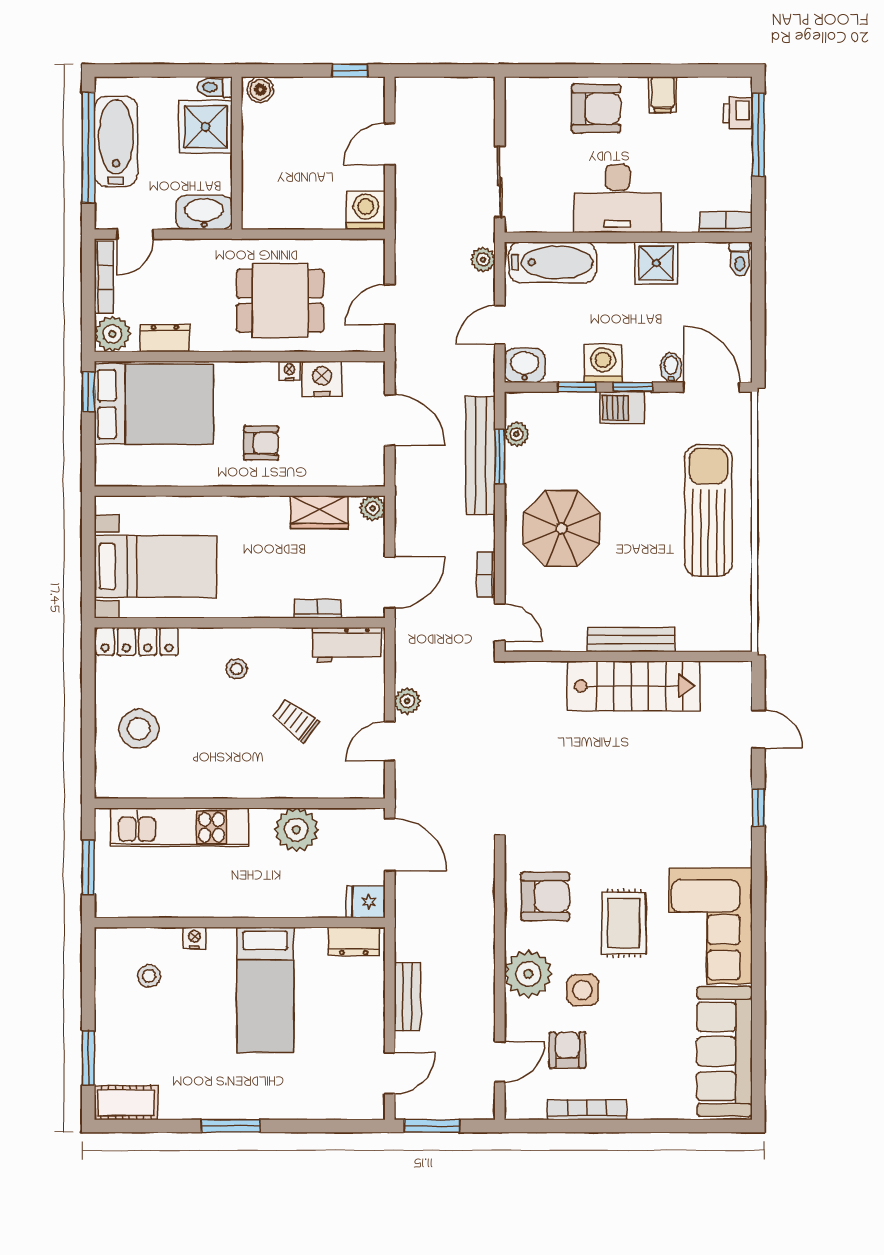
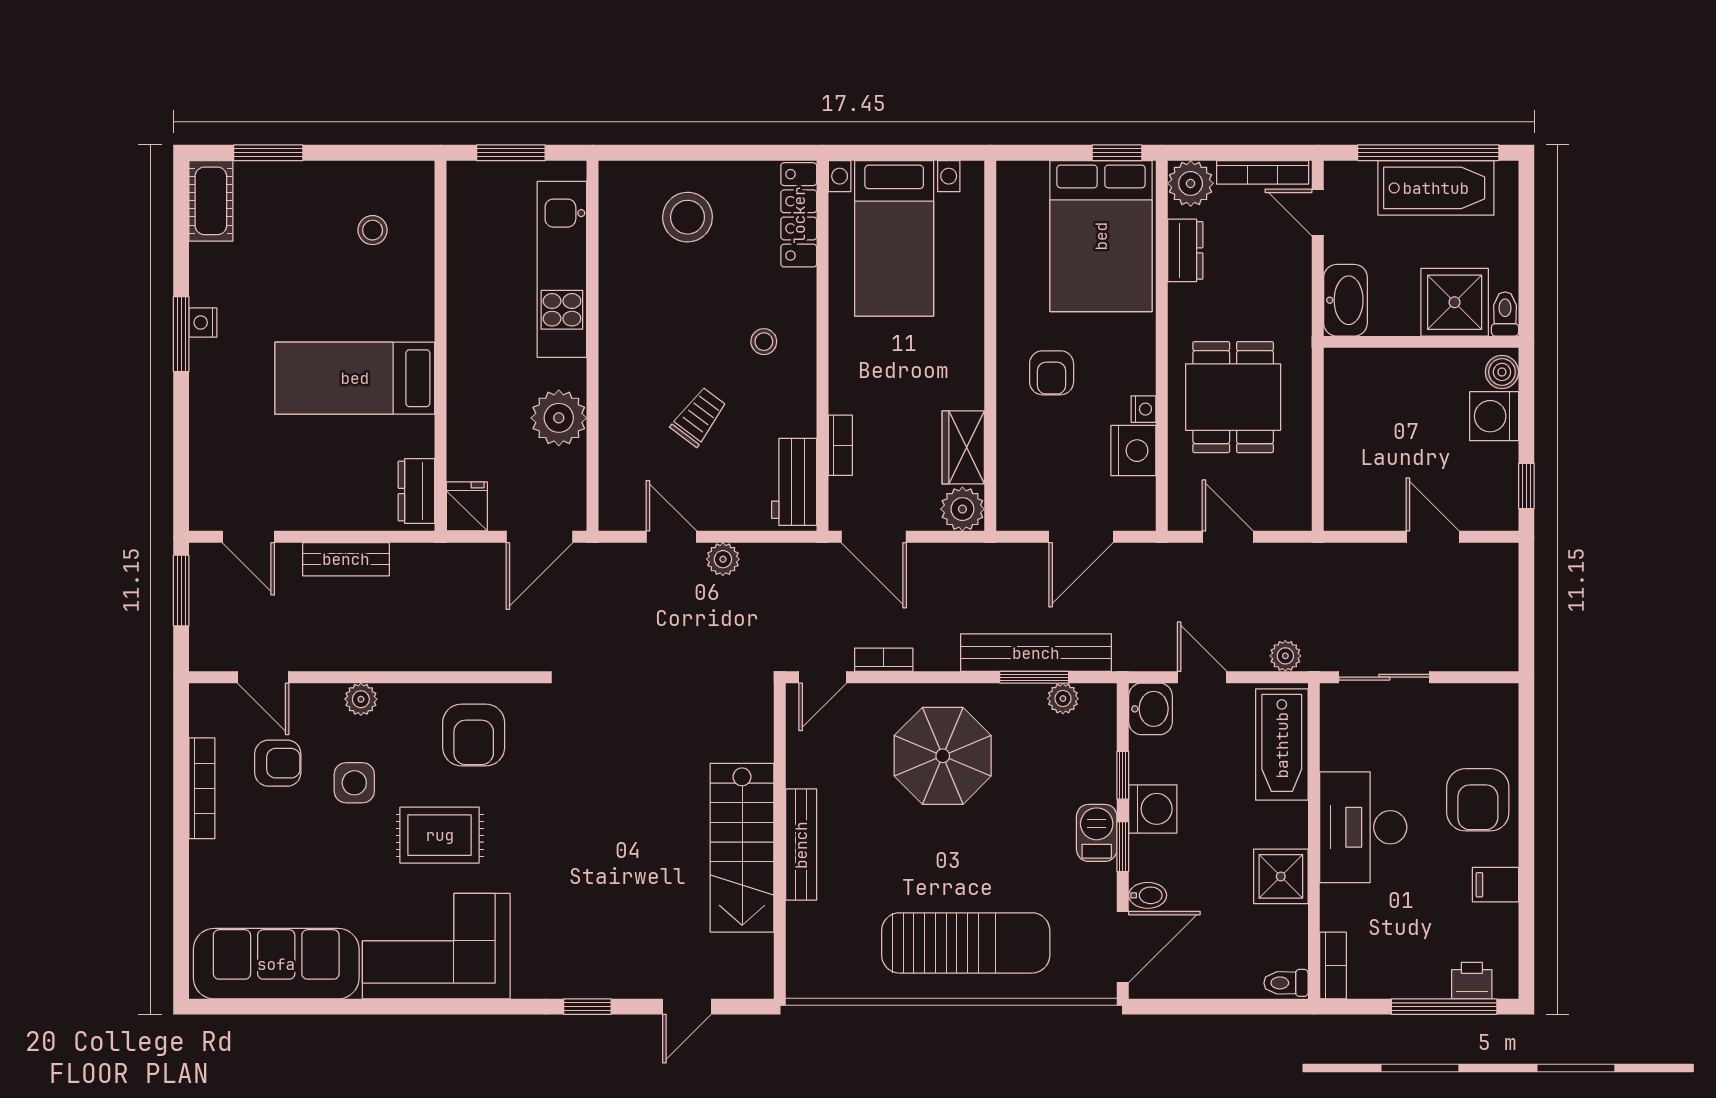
washing machine: (366, 210) -> (1494, 416), moved, turned 180
plant: (373, 508) -> (962, 509), width x1.38, depth x1.38
nightstand: (194, 938) -> (203, 322), moved, turned 180
plant: (528, 974) -> (361, 699), width x0.53, depth x0.53

